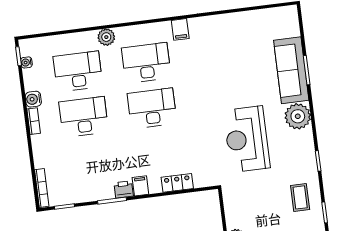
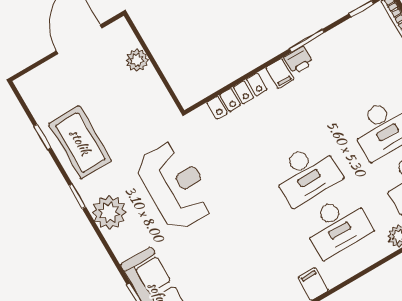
plant: (298, 116) -> (109, 213), moved
locker: (177, 183) -> (237, 96), width x1.53
coffee table: (300, 197) -> (80, 142), width x1.86, depth x1.72

